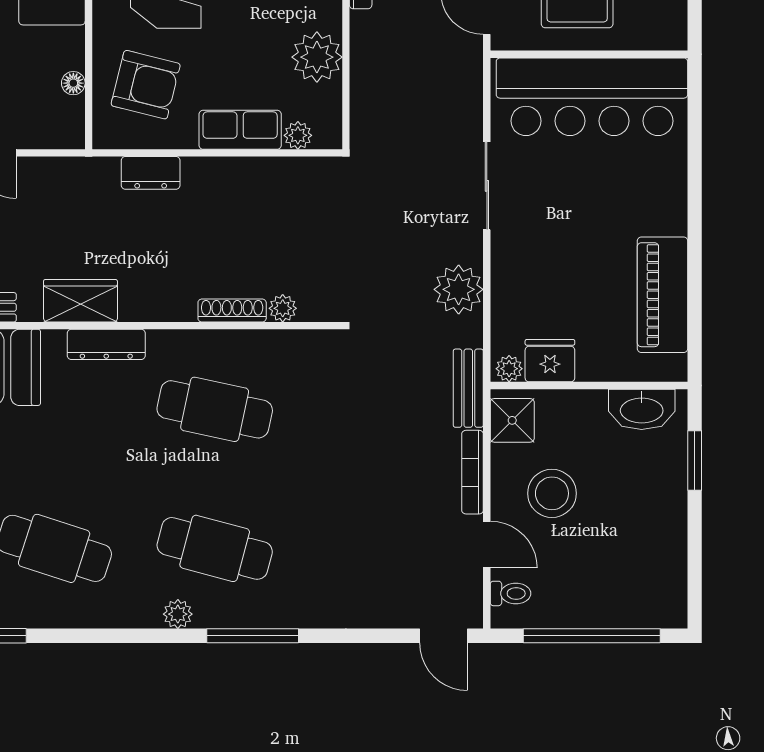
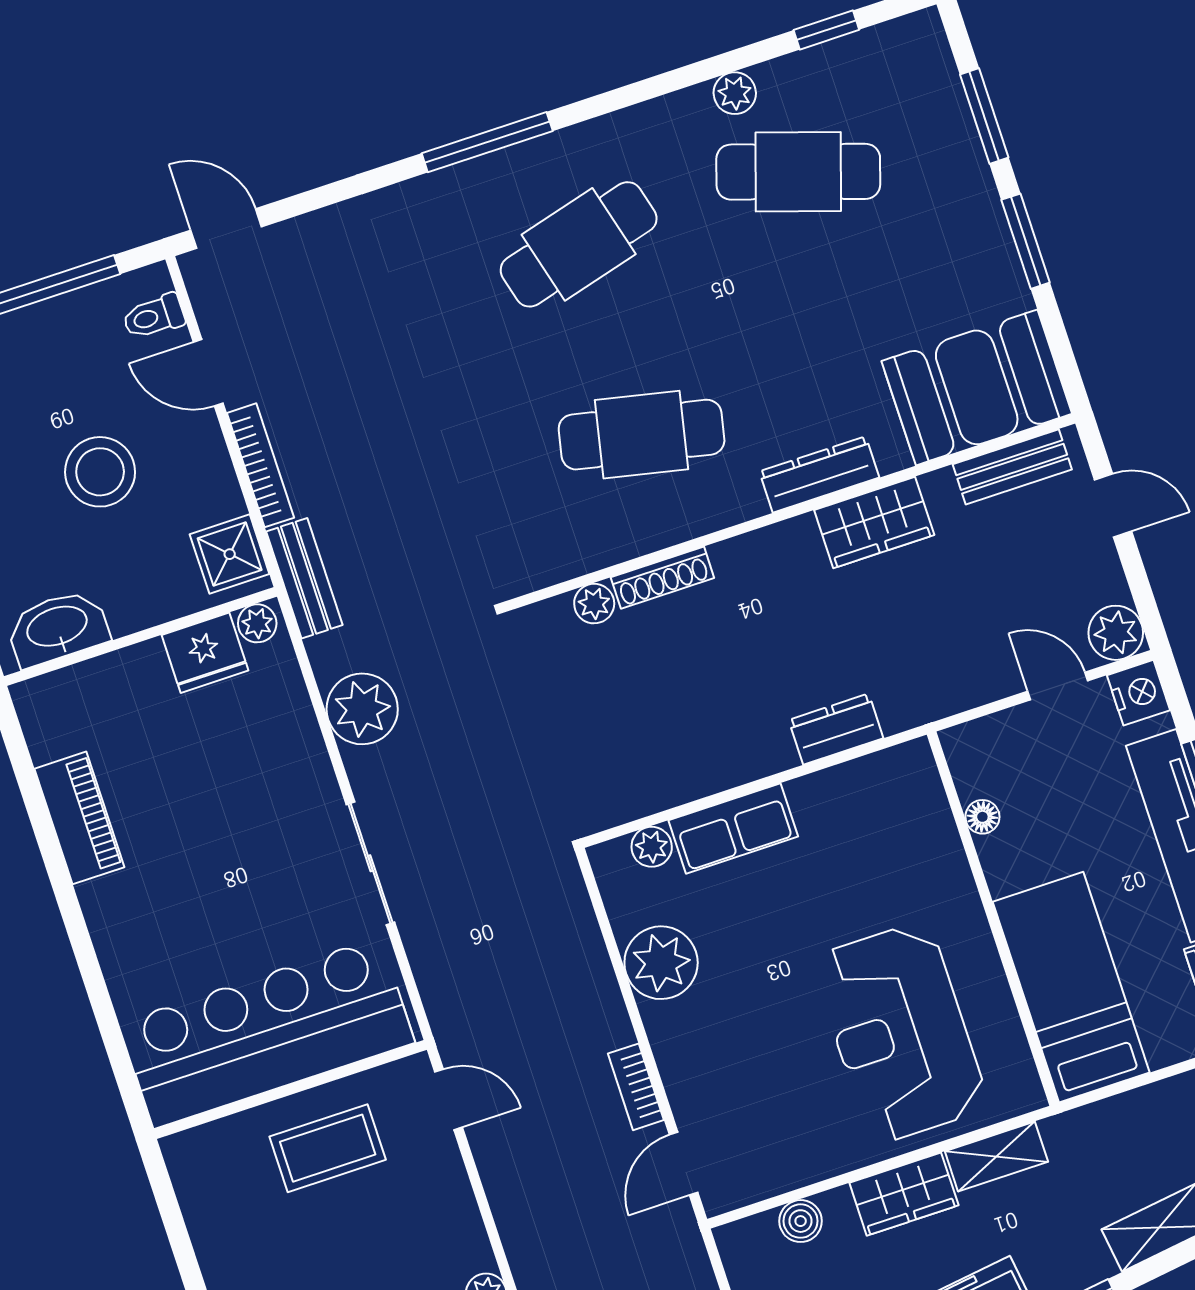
armchair: (146, 85) -> (883, 847), removed
piano: (662, 295) -> (79, 818), width x0.73, depth x0.75
stool: (552, 493) -> (100, 472), moved
cafe table: (215, 548) -> (579, 244), turned -30
plant: (178, 614) -> (735, 93), moved

